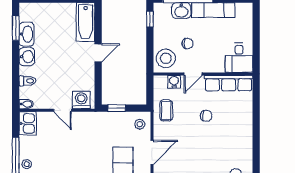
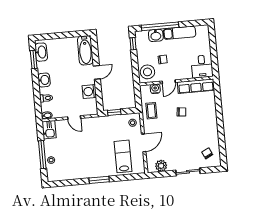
washbasin: (27, 34) -> (41, 52), moved
washing machine: (81, 100) -> (89, 92), moved, turned -90

